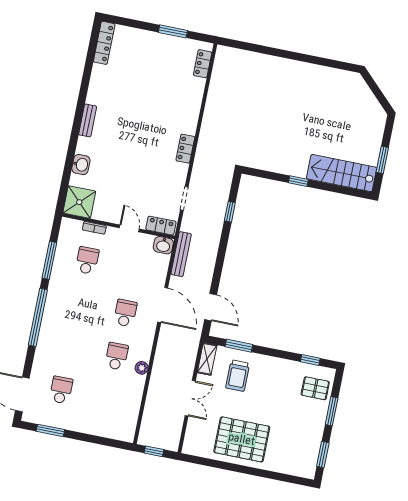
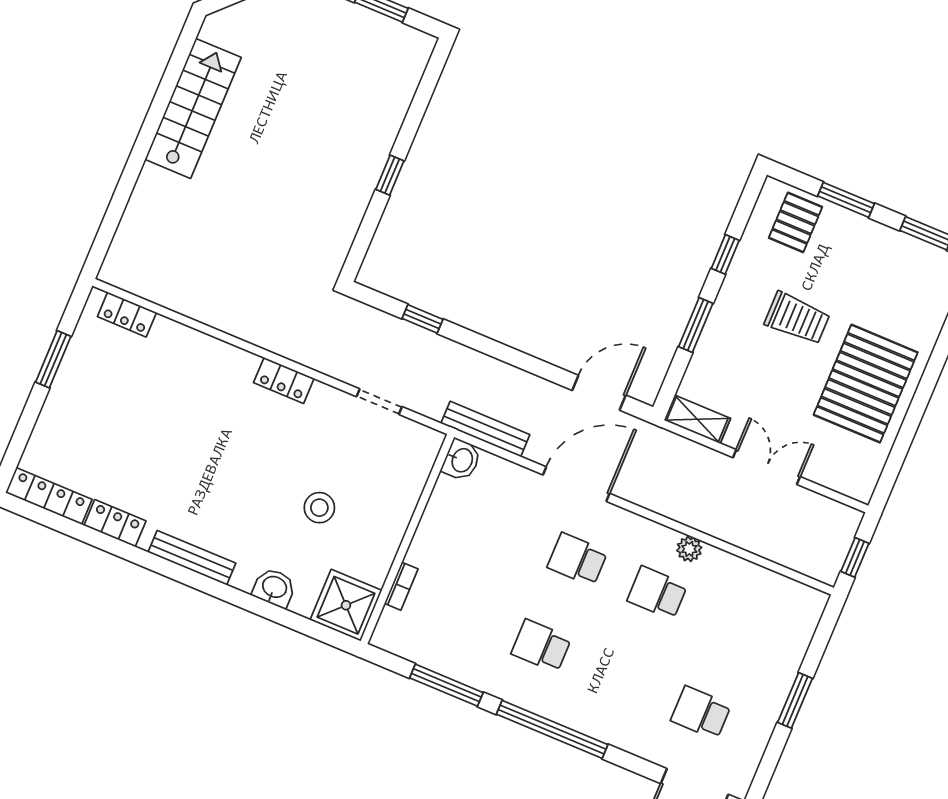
bench: (88, 120) -> (192, 558), width x1.36
stairs: (342, 173) -> (193, 108), moved, turned 180
stool: (125, 179) -> (319, 508), added
locker: (161, 226) -> (115, 523), moved, turned 90
door: (129, 228) -> (416, 519), removed
school desk: (87, 260) -> (541, 646), moved
window: (239, 346) -> (696, 325), moved
window: (310, 360) -> (725, 254), moved
trolley: (238, 376) -> (797, 318), moved
window: (50, 430) -> (795, 700), moved

